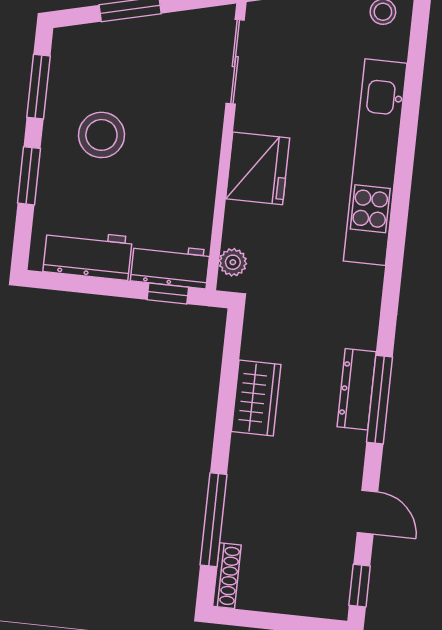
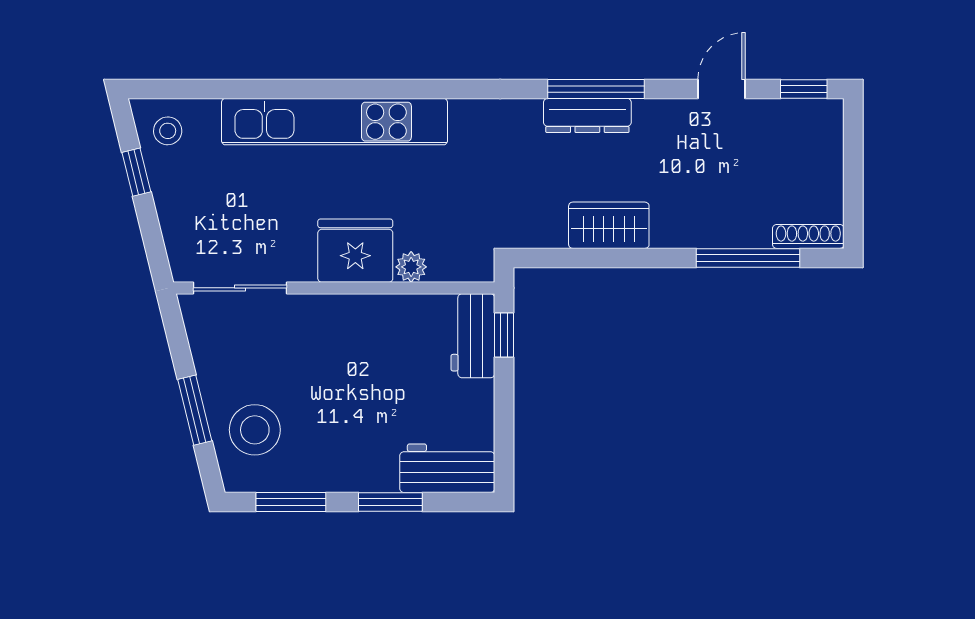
stool: (101, 135) -> (255, 430), moved
workbench: (88, 254) -> (447, 468), moved, turned 90
plant: (233, 262) -> (411, 267), moved

